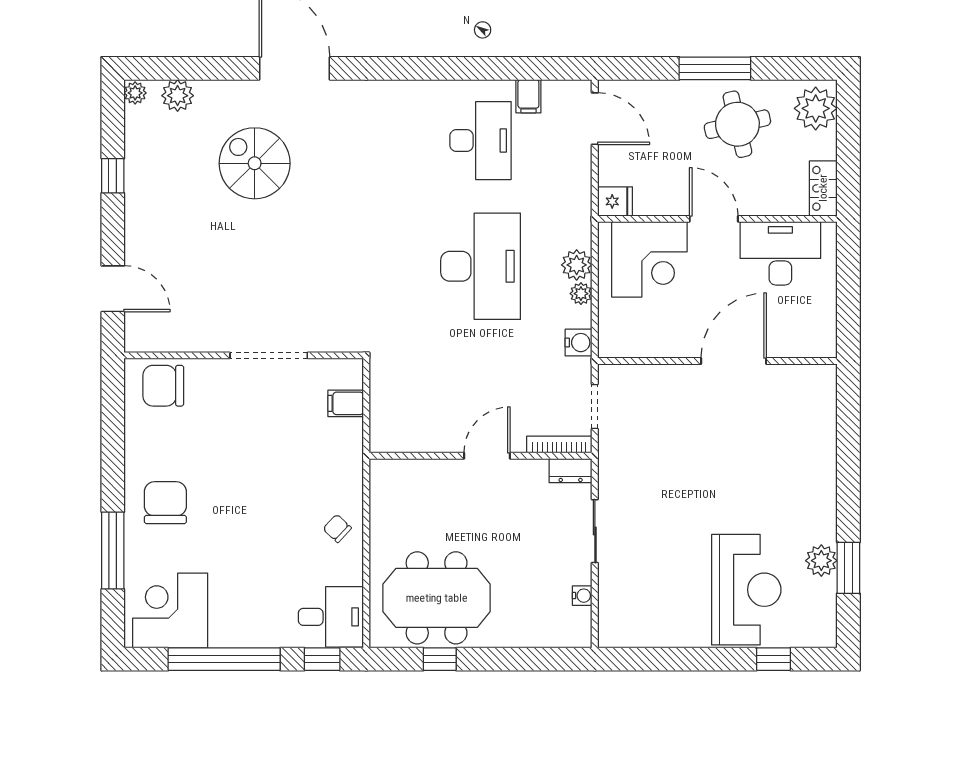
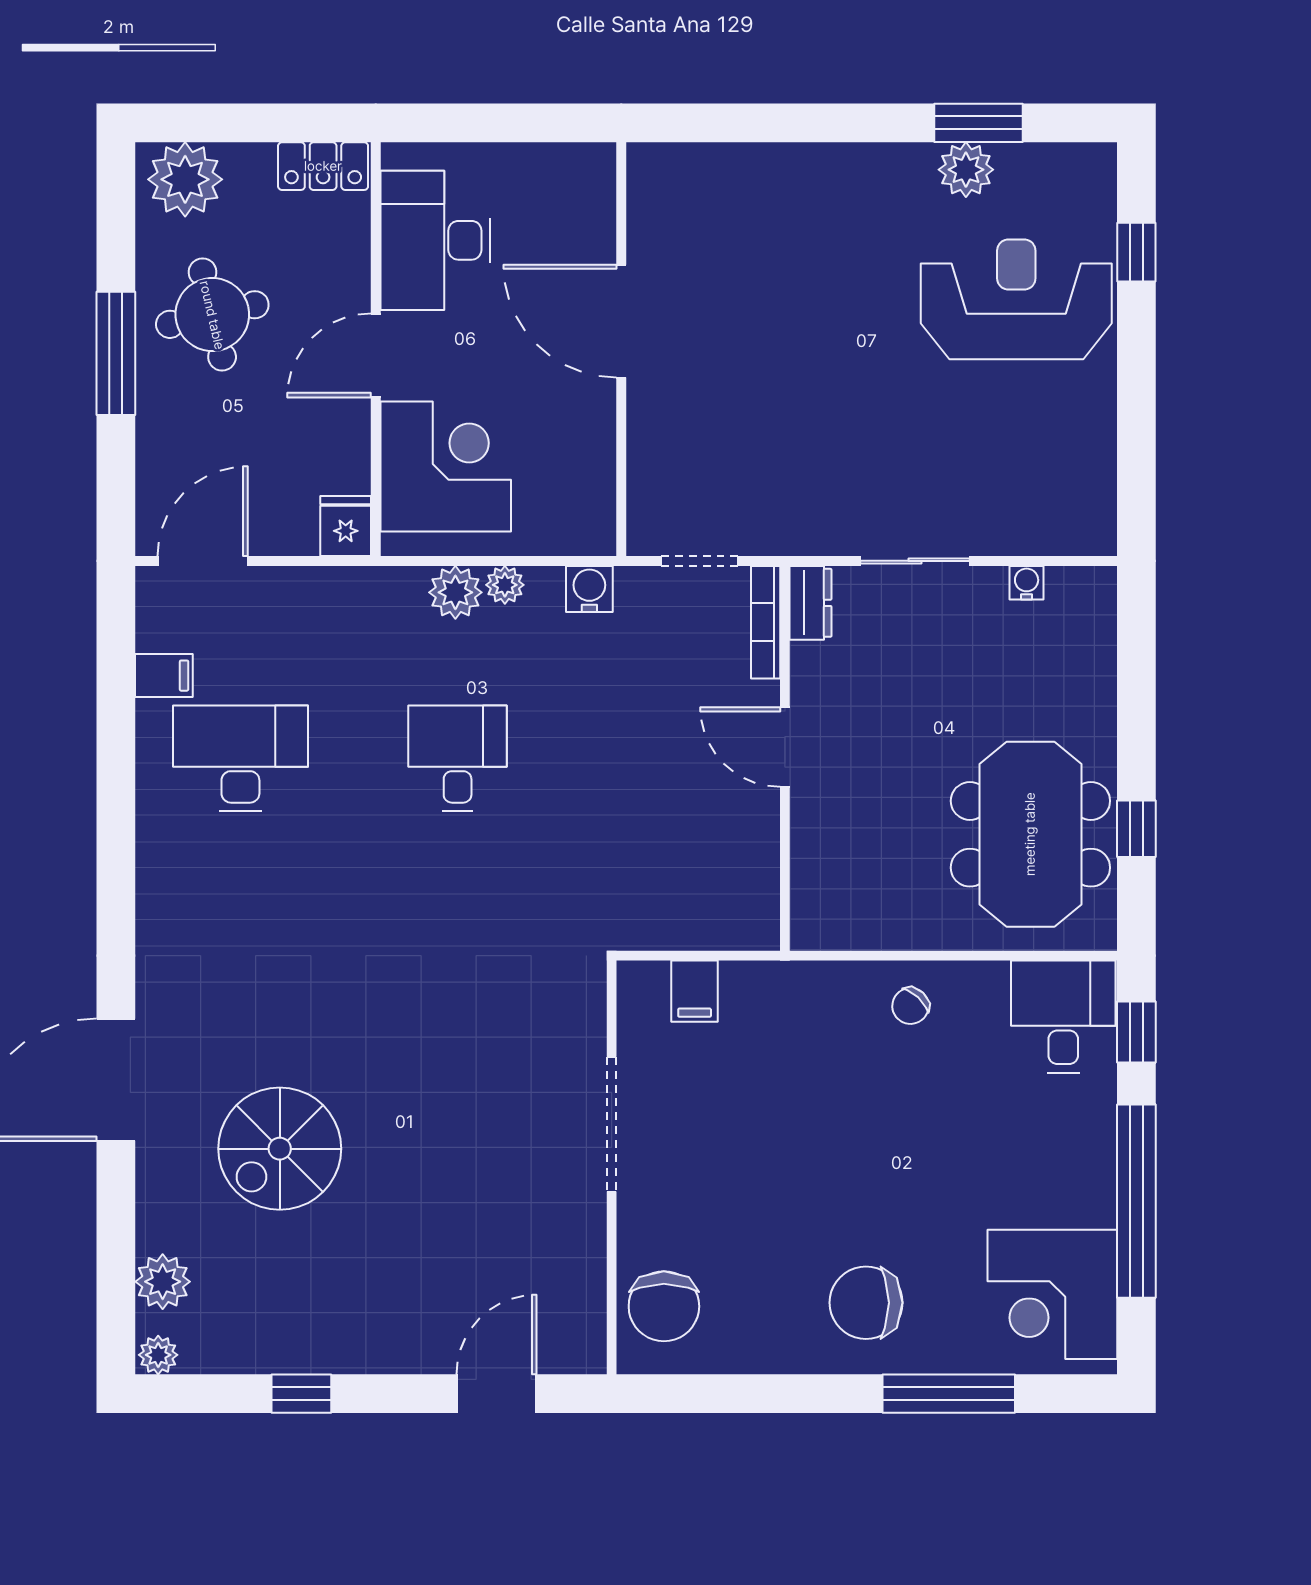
desk: (481, 266) -> (458, 758), width x0.53, depth x0.77

